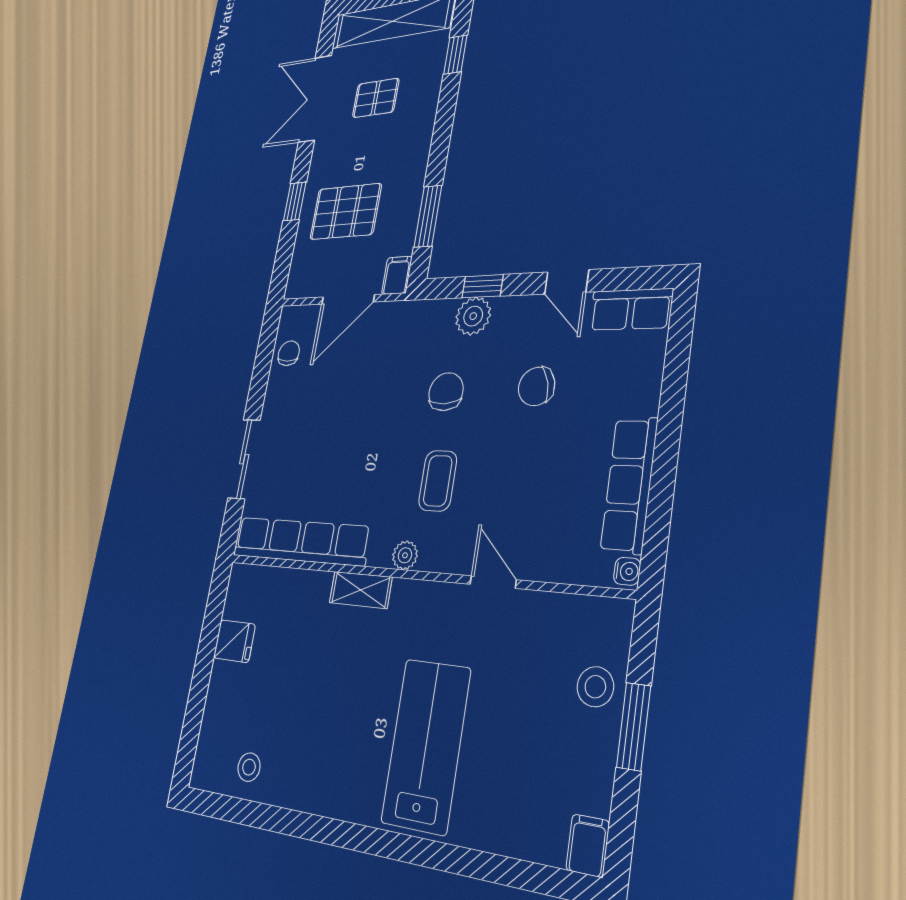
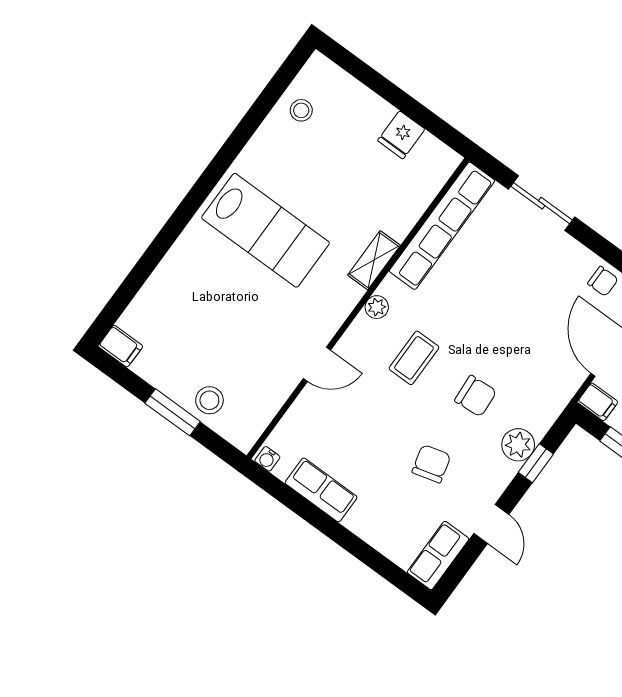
door: (567, 282) -> (491, 524), swing flipped
coffee table: (438, 481) -> (414, 358), turned 90
row of seats: (629, 485) -> (321, 490), width x0.68
lab bench: (426, 745) -> (266, 230), moved

